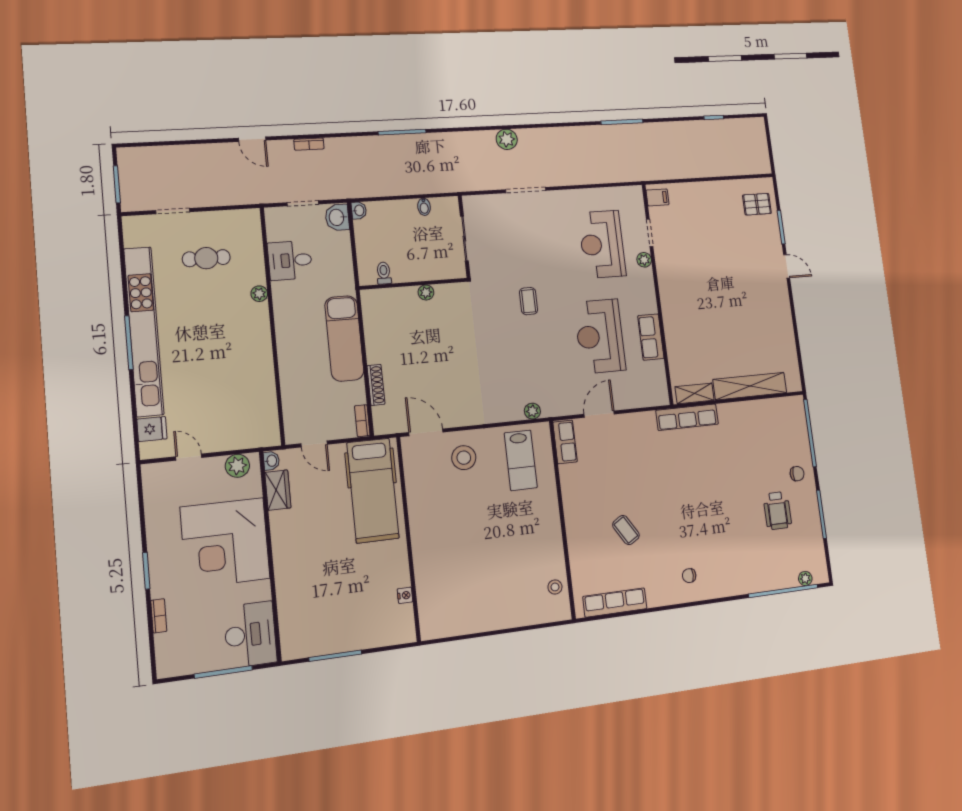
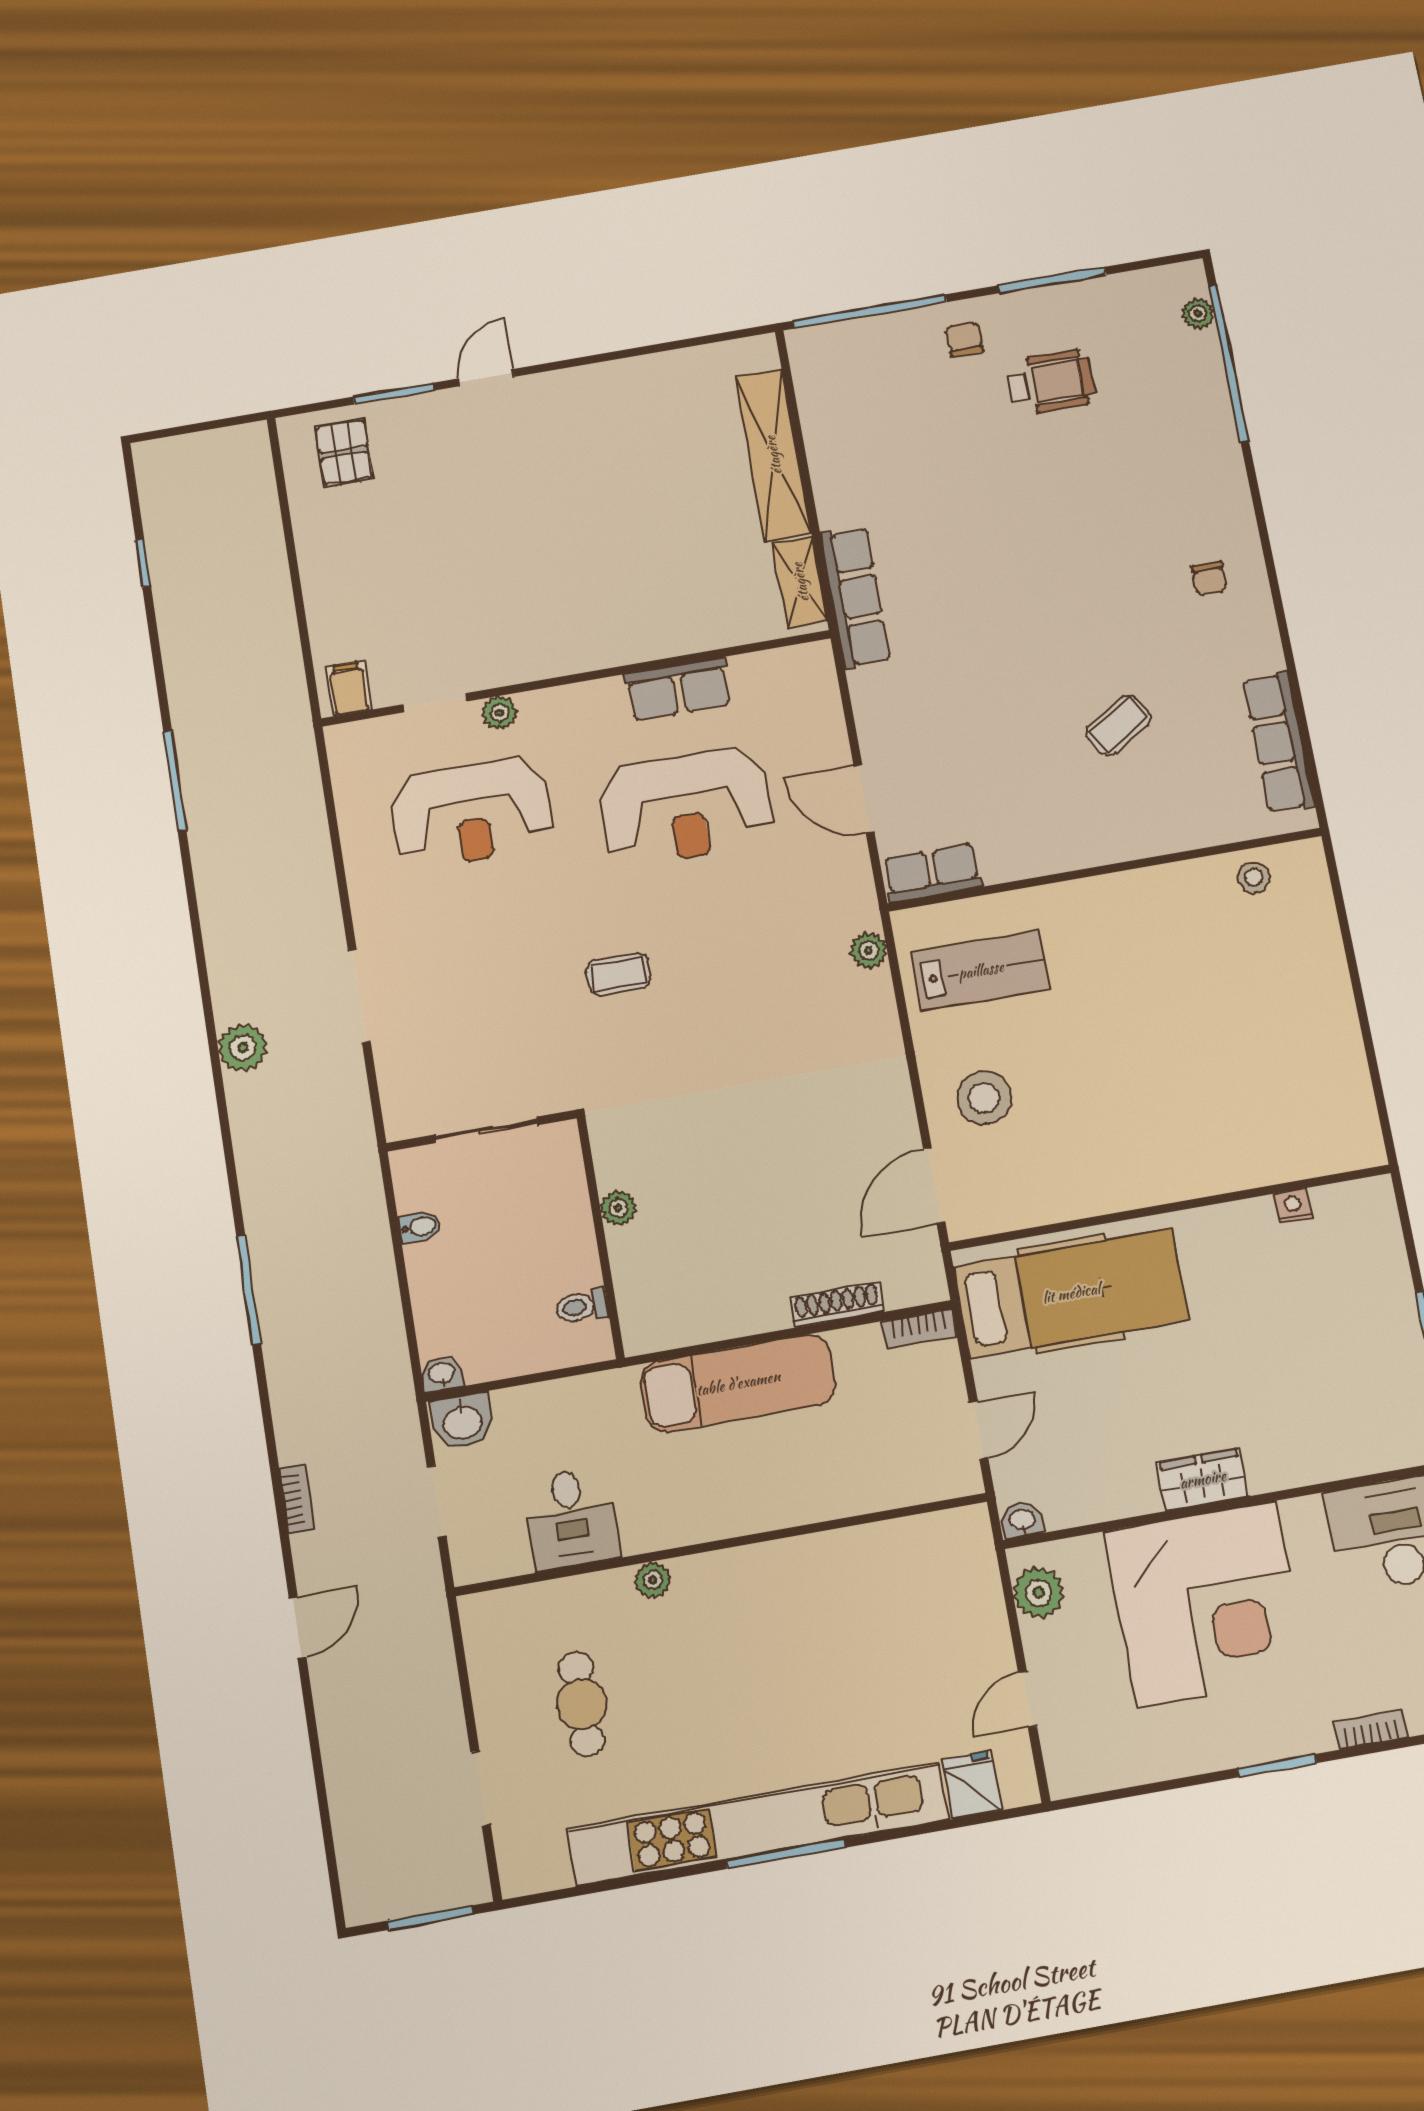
wardrobe: (278, 490) -> (1203, 1479), moved

